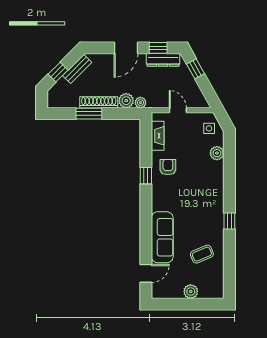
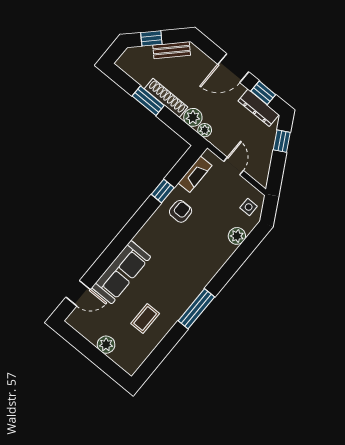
window: (146, 176) -> (163, 191), moved
window: (229, 221) -> (196, 309), width x2.17
coffee table: (202, 254) -> (145, 318), turned -67

